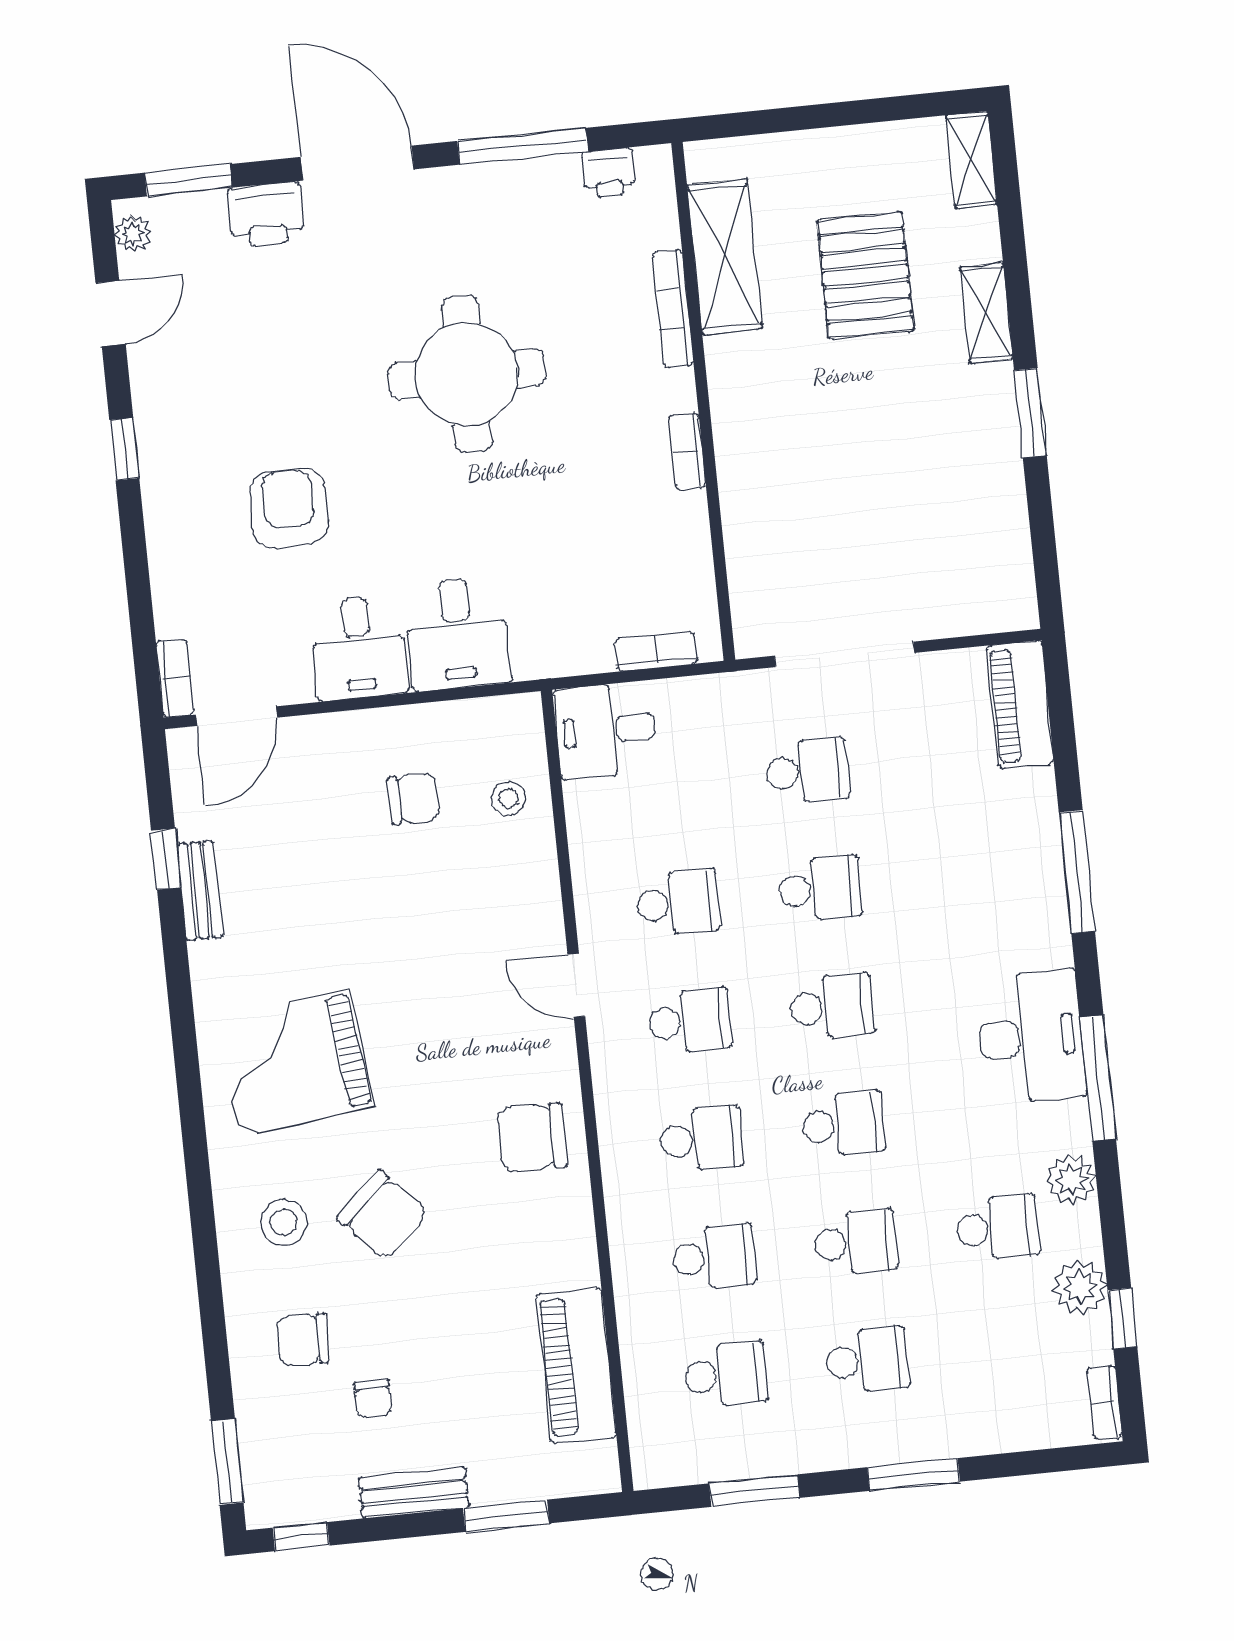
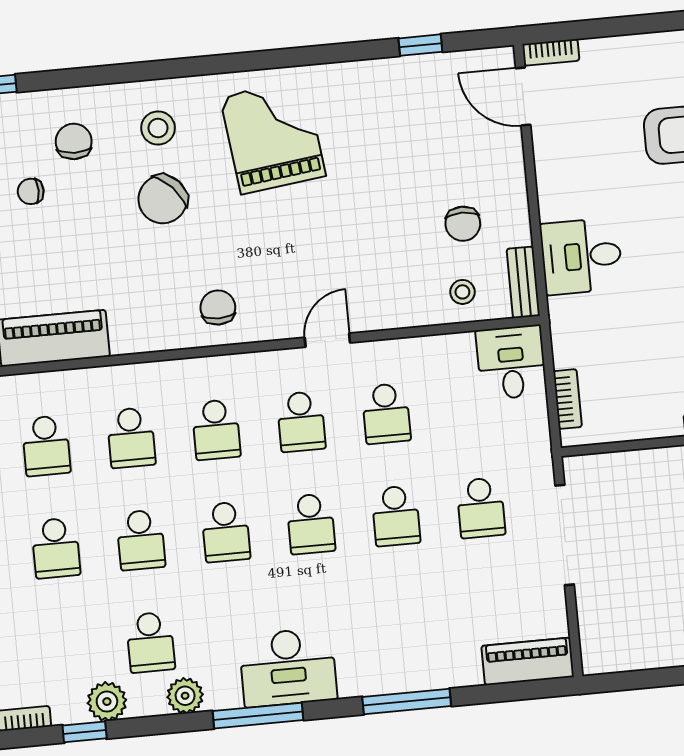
desk: (359, 648) -> (572, 185), removed
bench: (200, 890) -> (523, 282), moved, turned 90
chair: (532, 1138) -> (218, 307), width x0.73, depth x0.73

